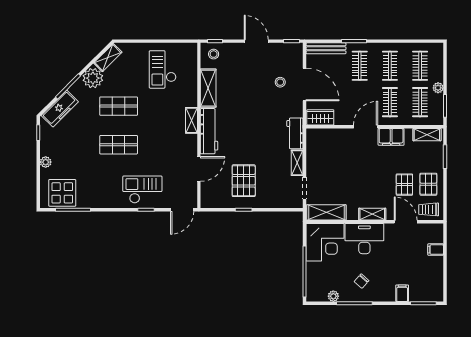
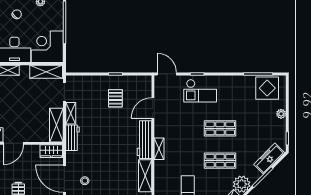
shelving: (314, 149) -> (56, 125), added
pallet: (244, 181) -> (115, 98), width x0.67, depth x0.71
door: (182, 210) -> (167, 74), hinge flipped

